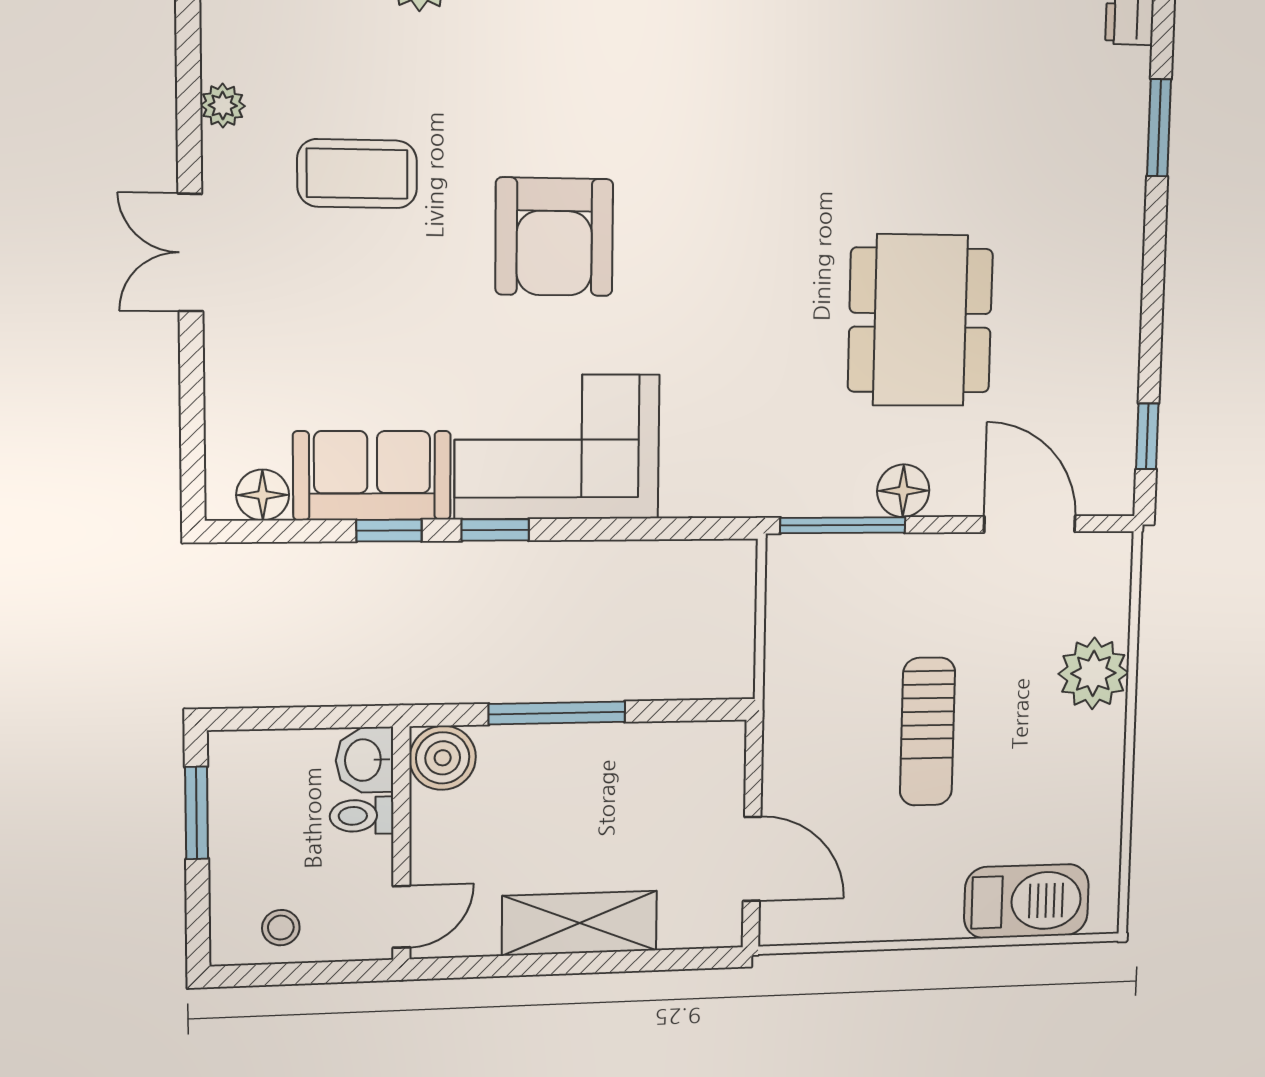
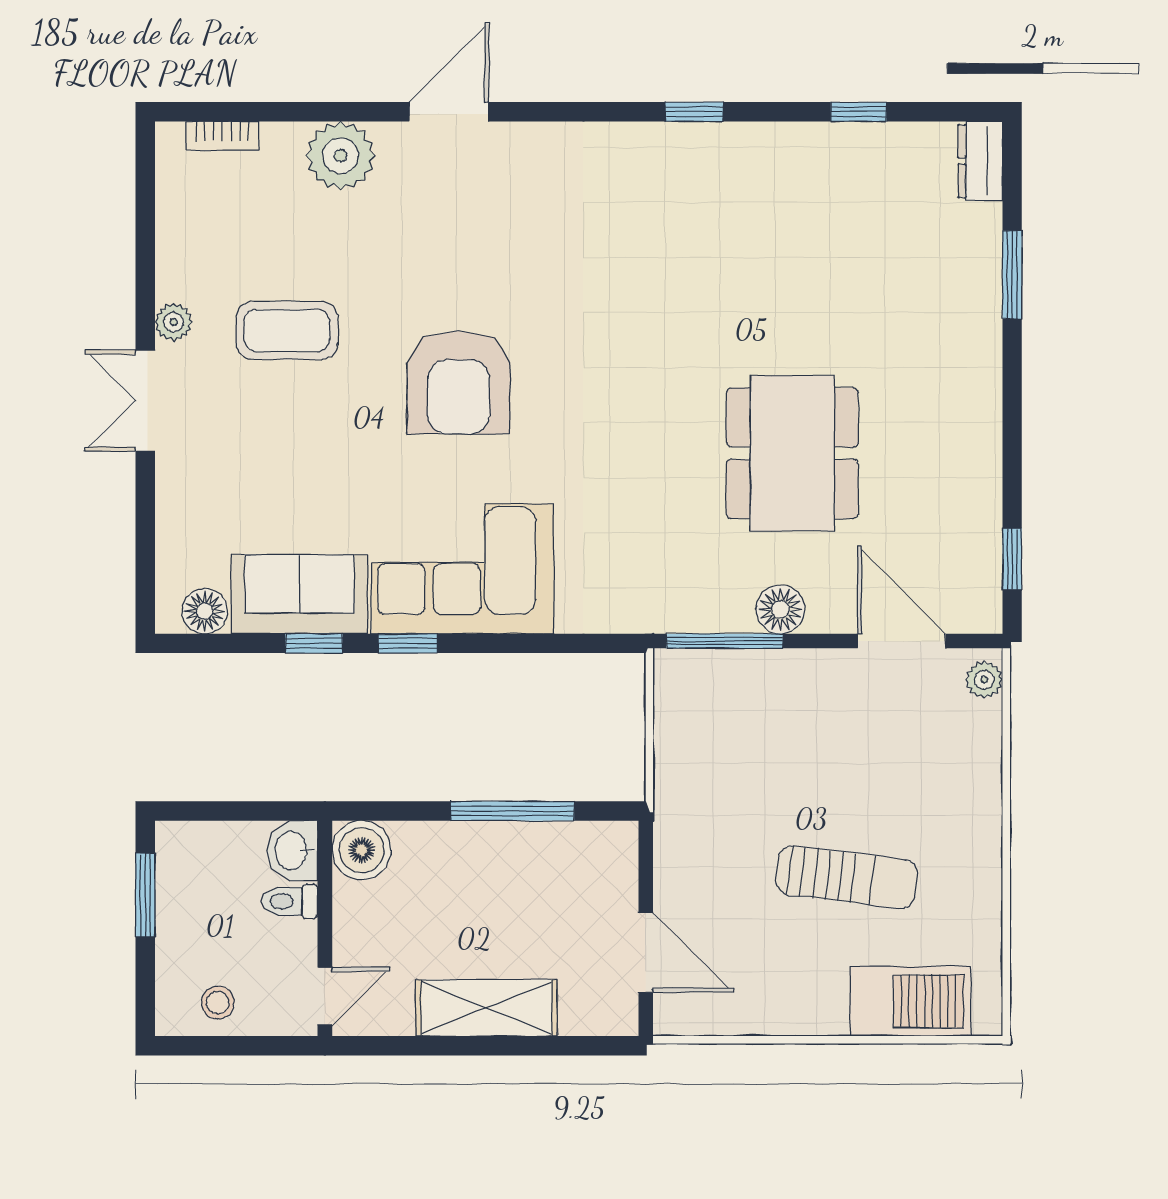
plant: (223, 106) -> (174, 322), moved
plant: (1093, 673) -> (984, 680), moved, width x0.53, depth x0.53
window: (557, 713) -> (512, 811), moved
sun lounger: (928, 732) -> (847, 877), moved, turned -83

